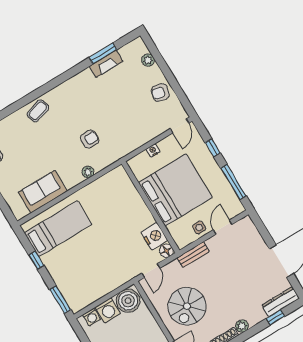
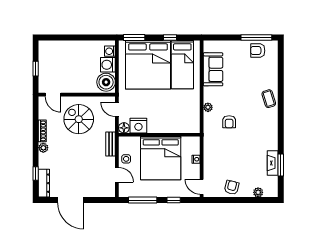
bed: (81, 266) -> (148, 65), added

